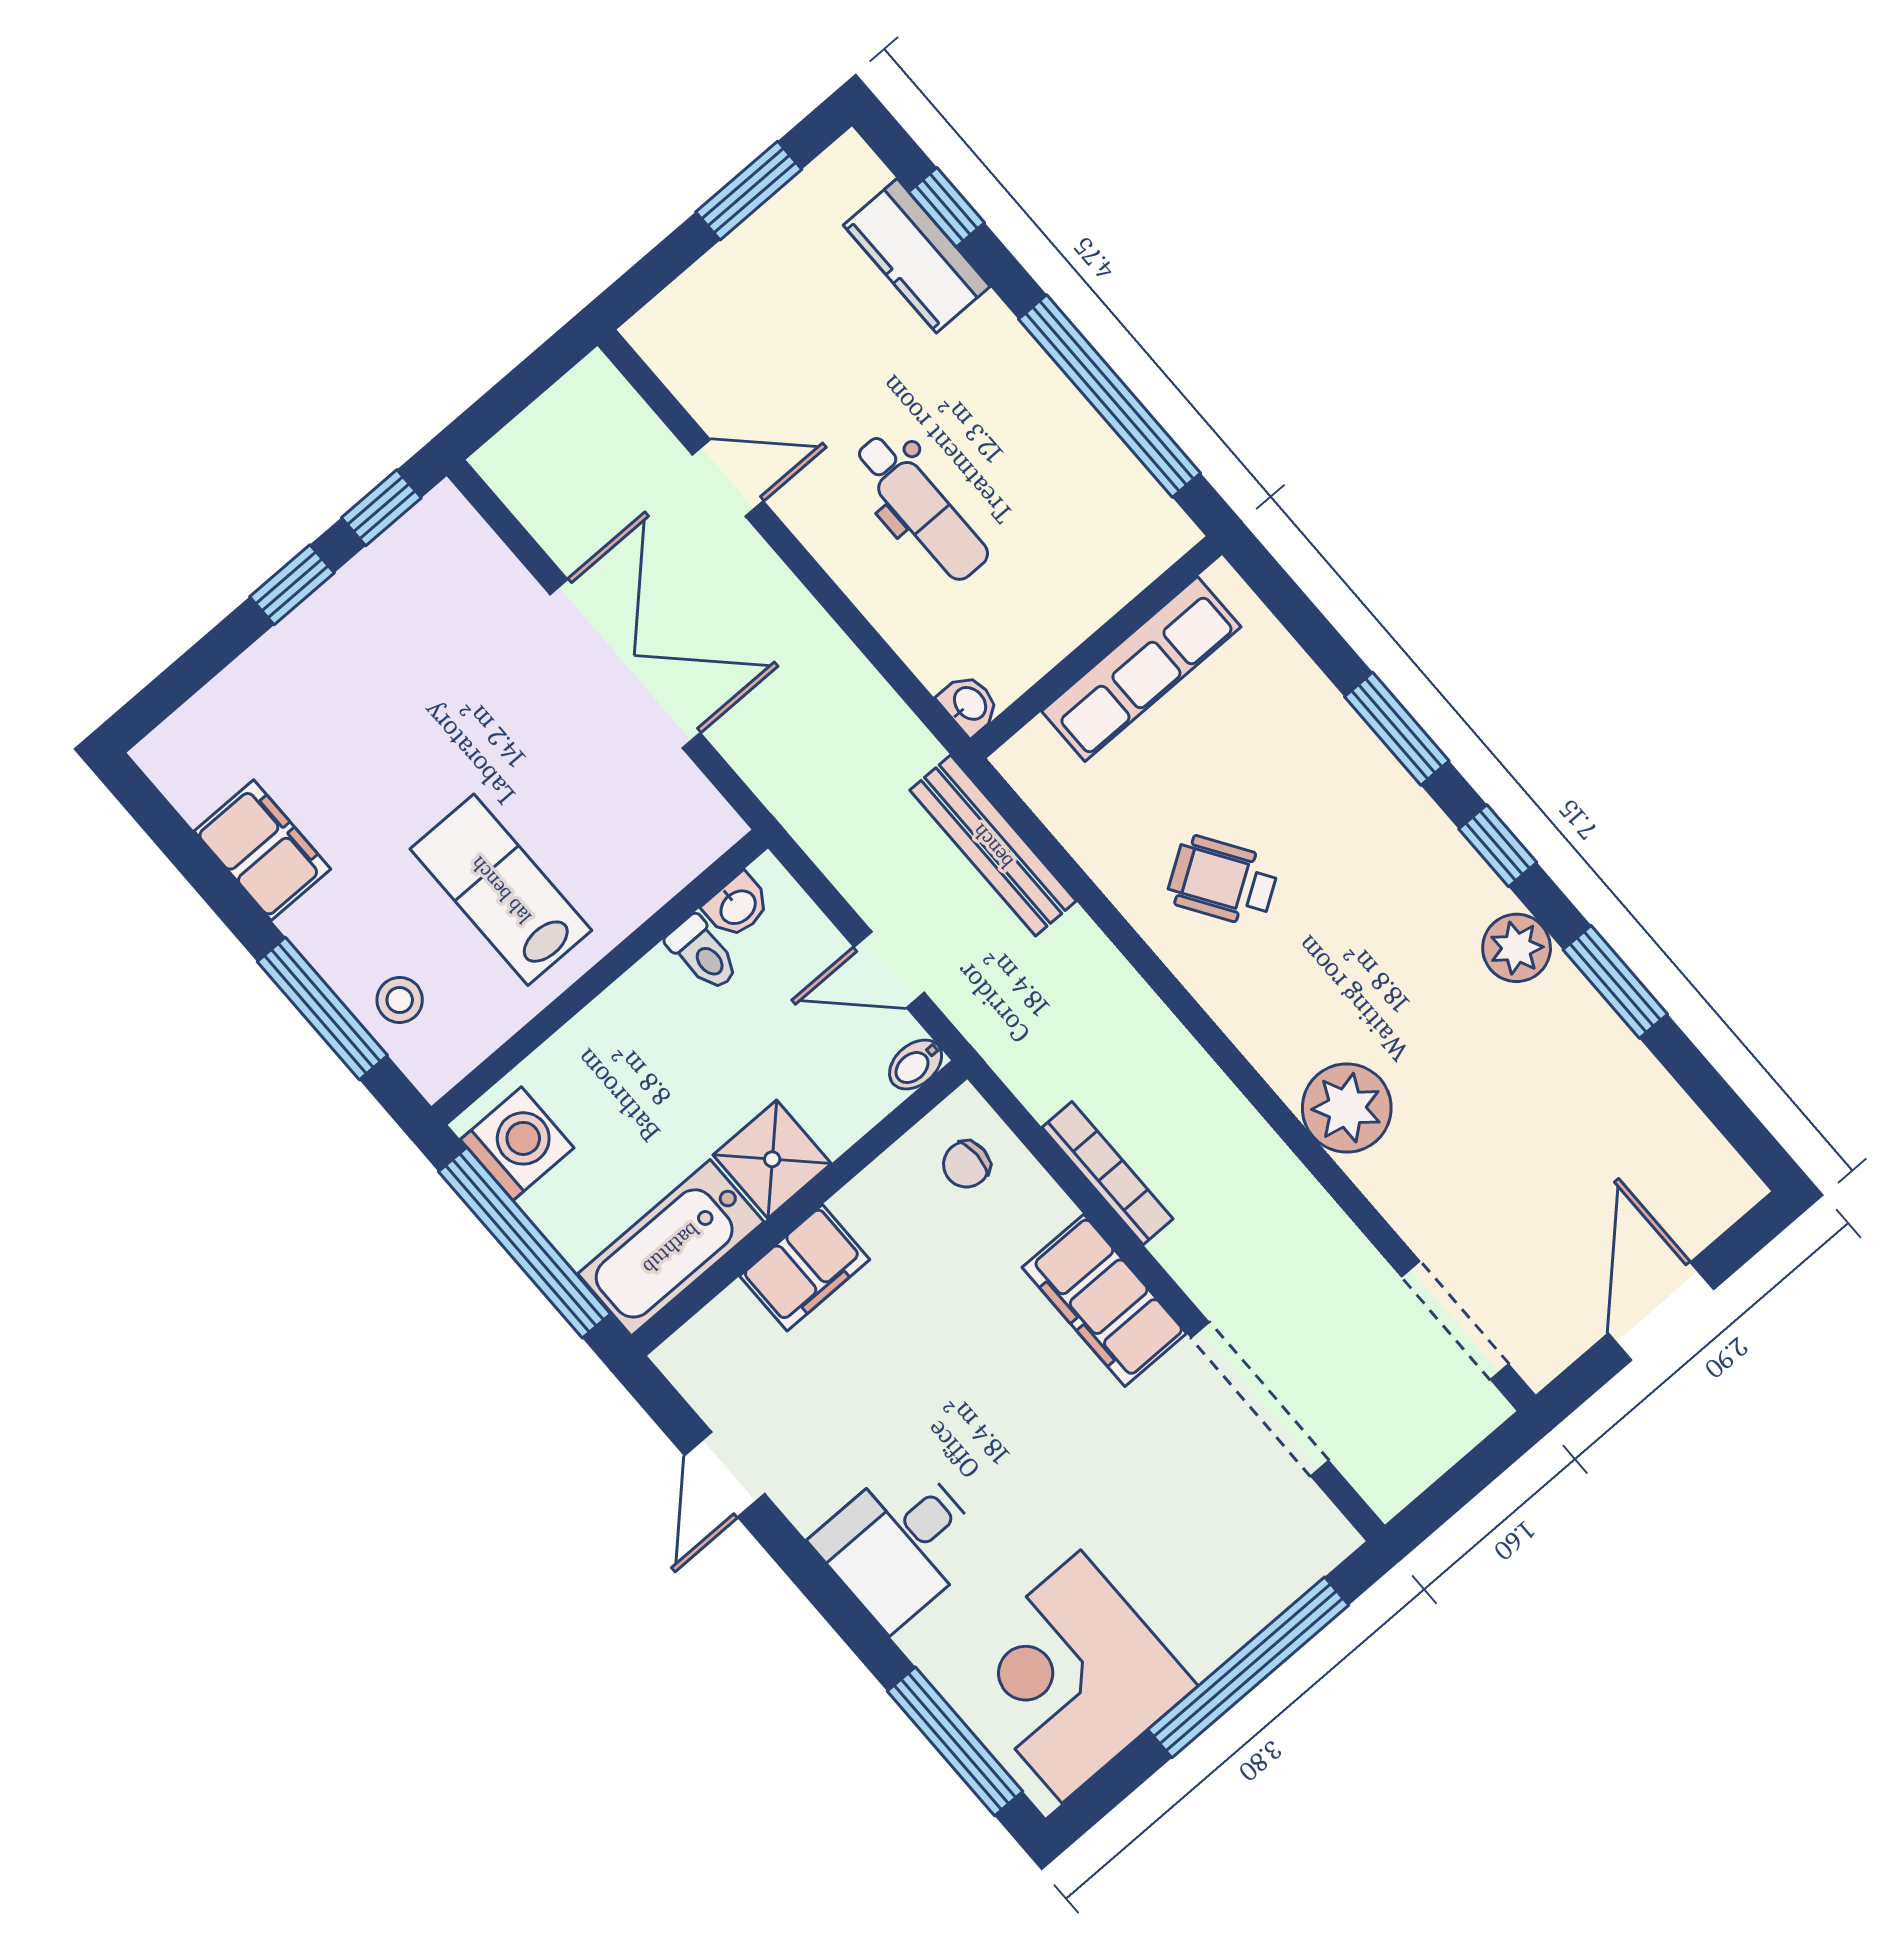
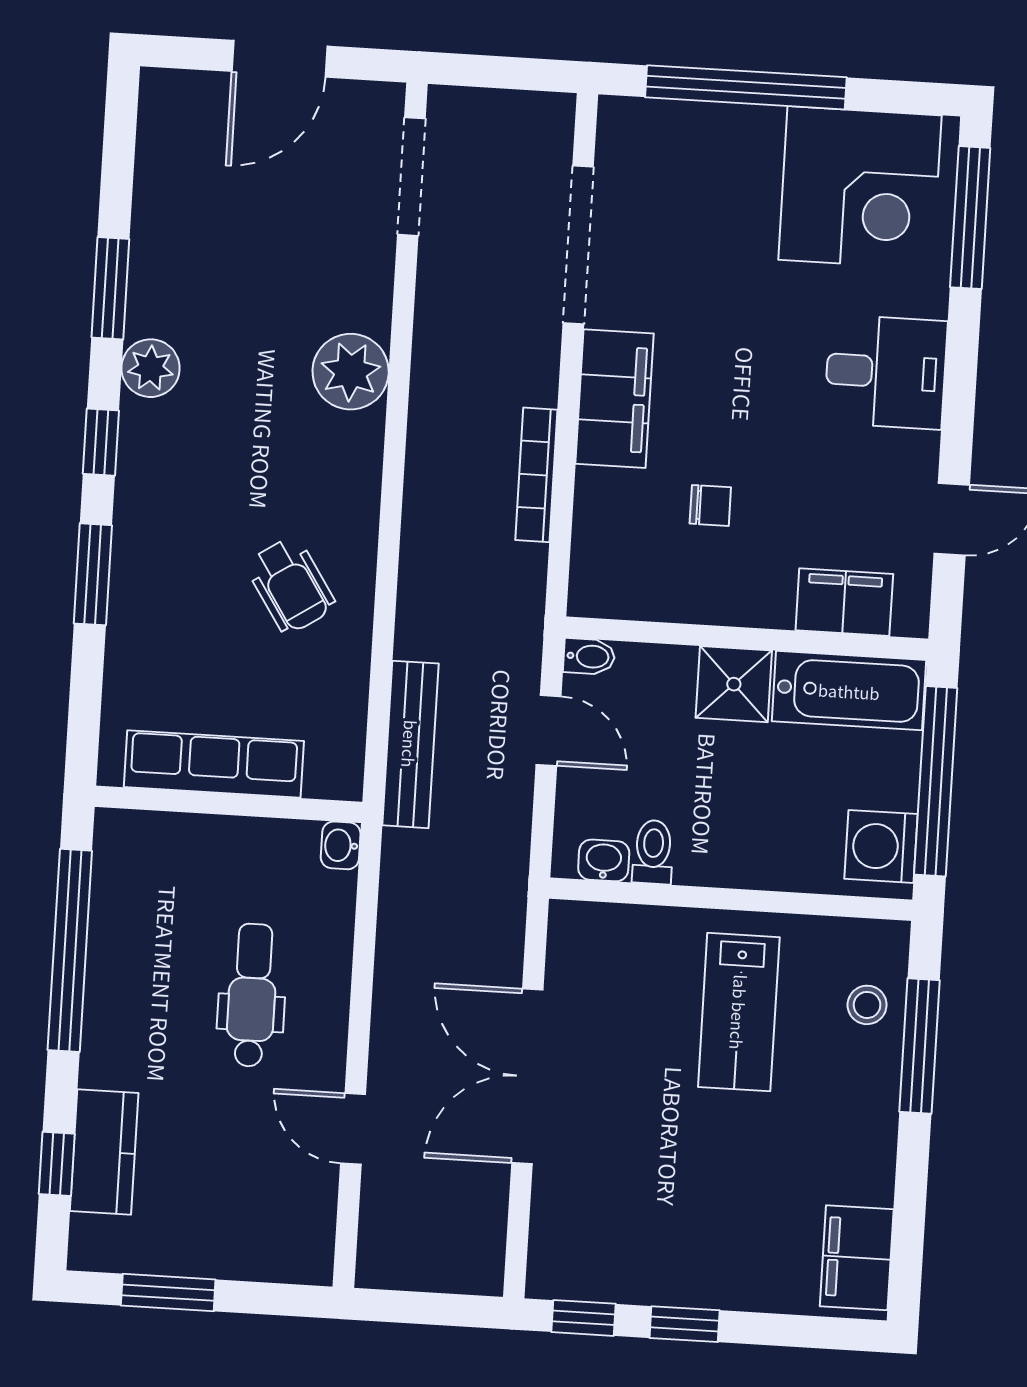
filing cabinet: (262, 850) -> (857, 1258), moved
chair: (966, 1164) -> (710, 505), moved
filing cabinet: (805, 1268) -> (844, 602), moved

